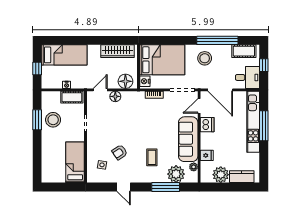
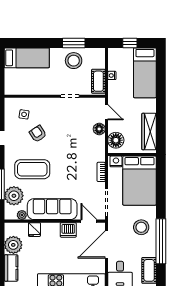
coffee table: (152, 157) -> (32, 169), width x1.86, depth x1.72
bed: (75, 162) -> (27, 58), moved

